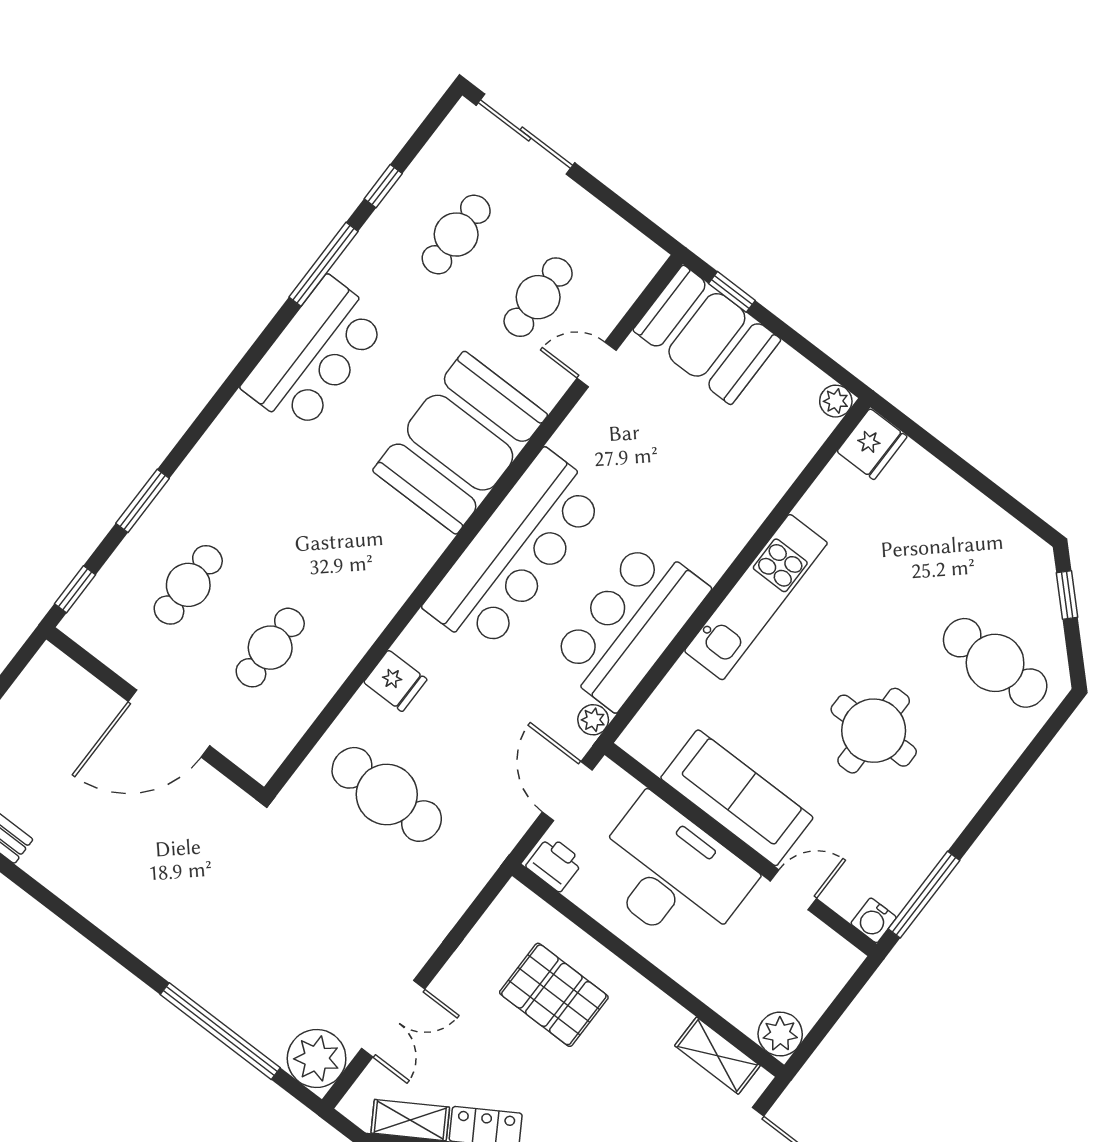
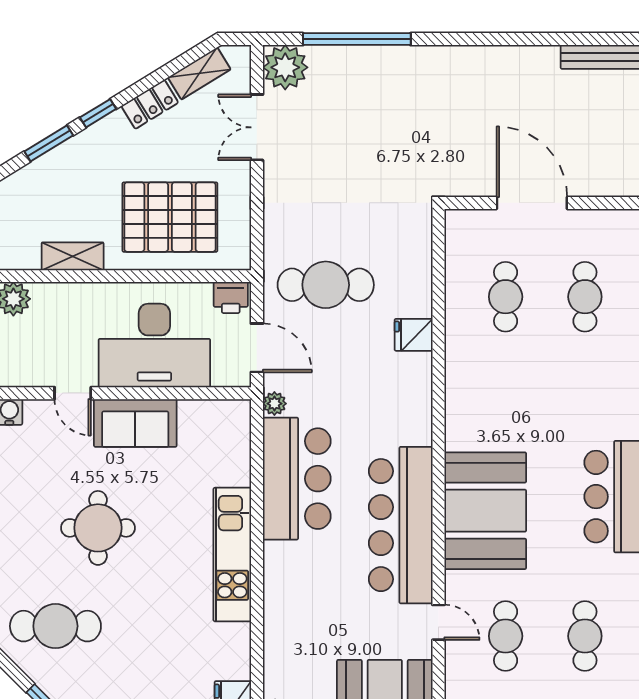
door: (597, 364) -> (438, 622), hinge flipped
bar counter: (515, 551) -> (401, 525), moved
door: (169, 724) -> (532, 203), hinge flipped
cafe table: (387, 794) -> (326, 285), moved
sofa: (737, 798) -> (135, 423), width x0.73
door: (793, 890) -> (73, 393), hinge flipped
pallet: (554, 995) -> (170, 217), width x1.37, depth x1.41
shelving: (717, 1056) -> (73, 256), moved

